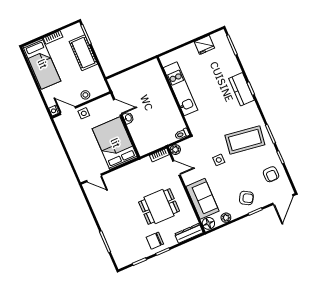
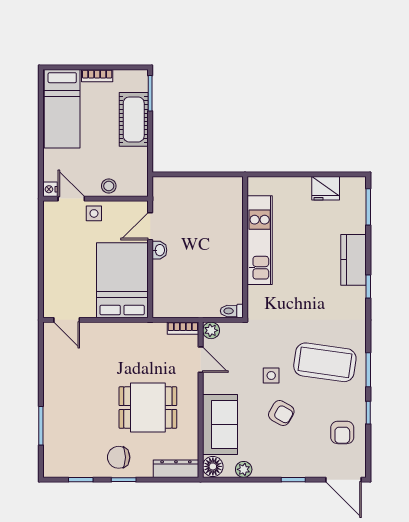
kitchen counter: (242, 89) -> (354, 260), moved
door: (117, 107) -> (150, 226), swing flipped
armchair: (246, 198) -> (281, 413), moved
door: (283, 200) -> (344, 480), hinge flipped

